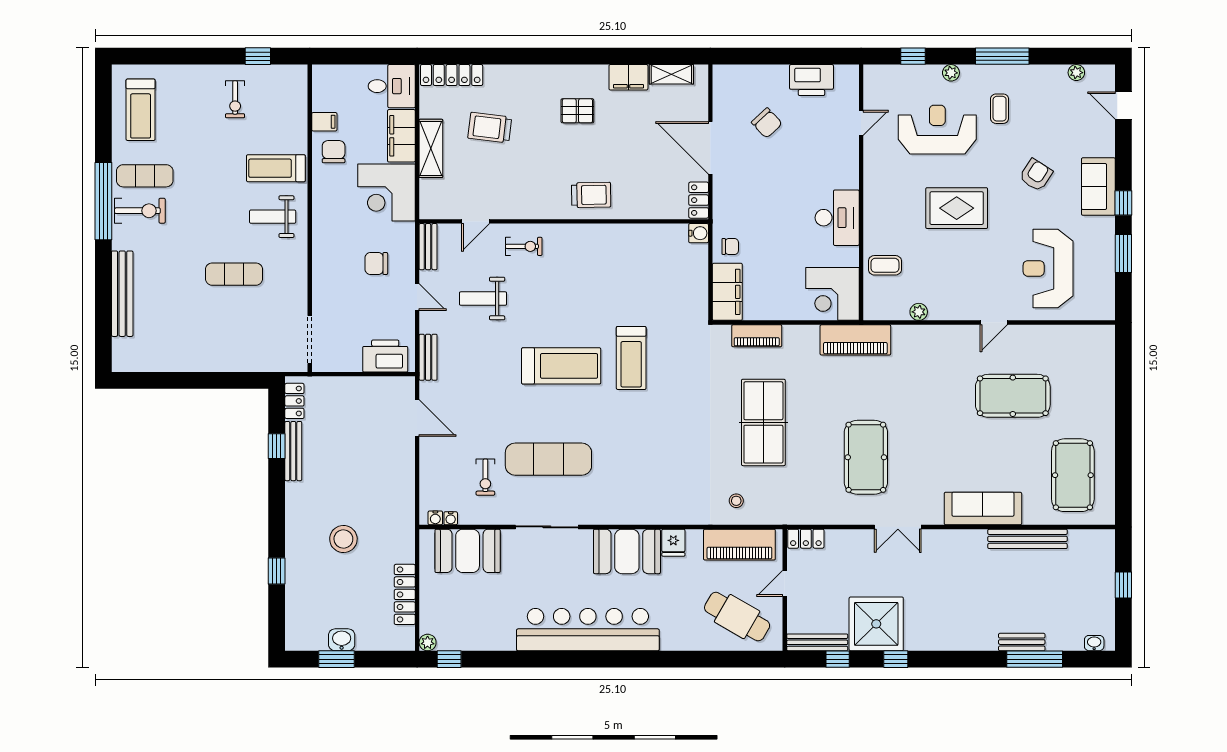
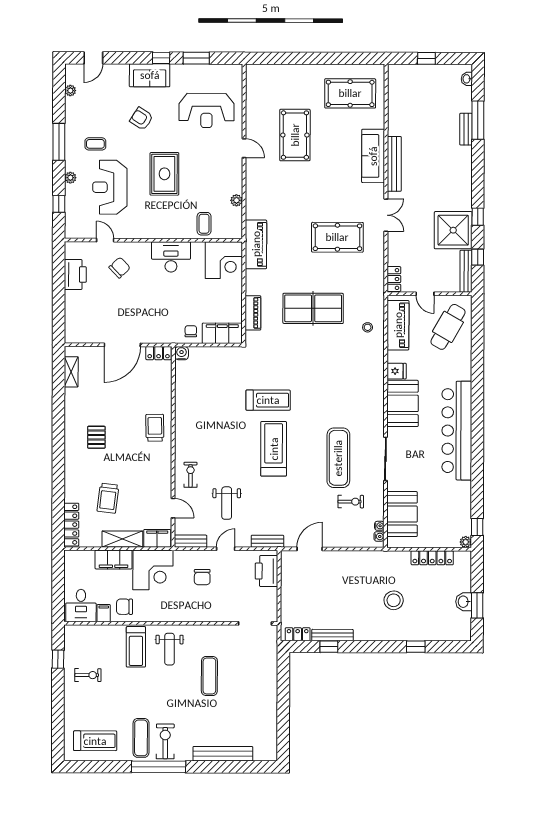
filing cabinet: (628, 77) -> (157, 538), moved, turned -90
desk: (392, 86) -> (81, 605), moved, turned 180
chair: (767, 123) -> (120, 268), moved
bench: (1028, 539) -> (394, 164), moved

